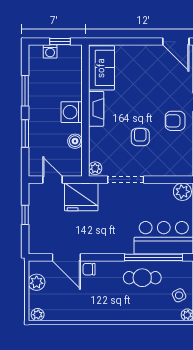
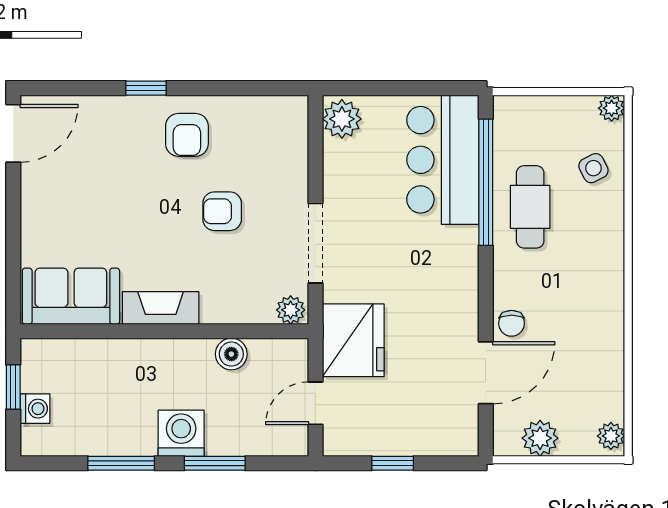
washing machine: (72, 112) -> (181, 433), moved, turned 180
side table: (179, 295) -> (593, 168), moved

